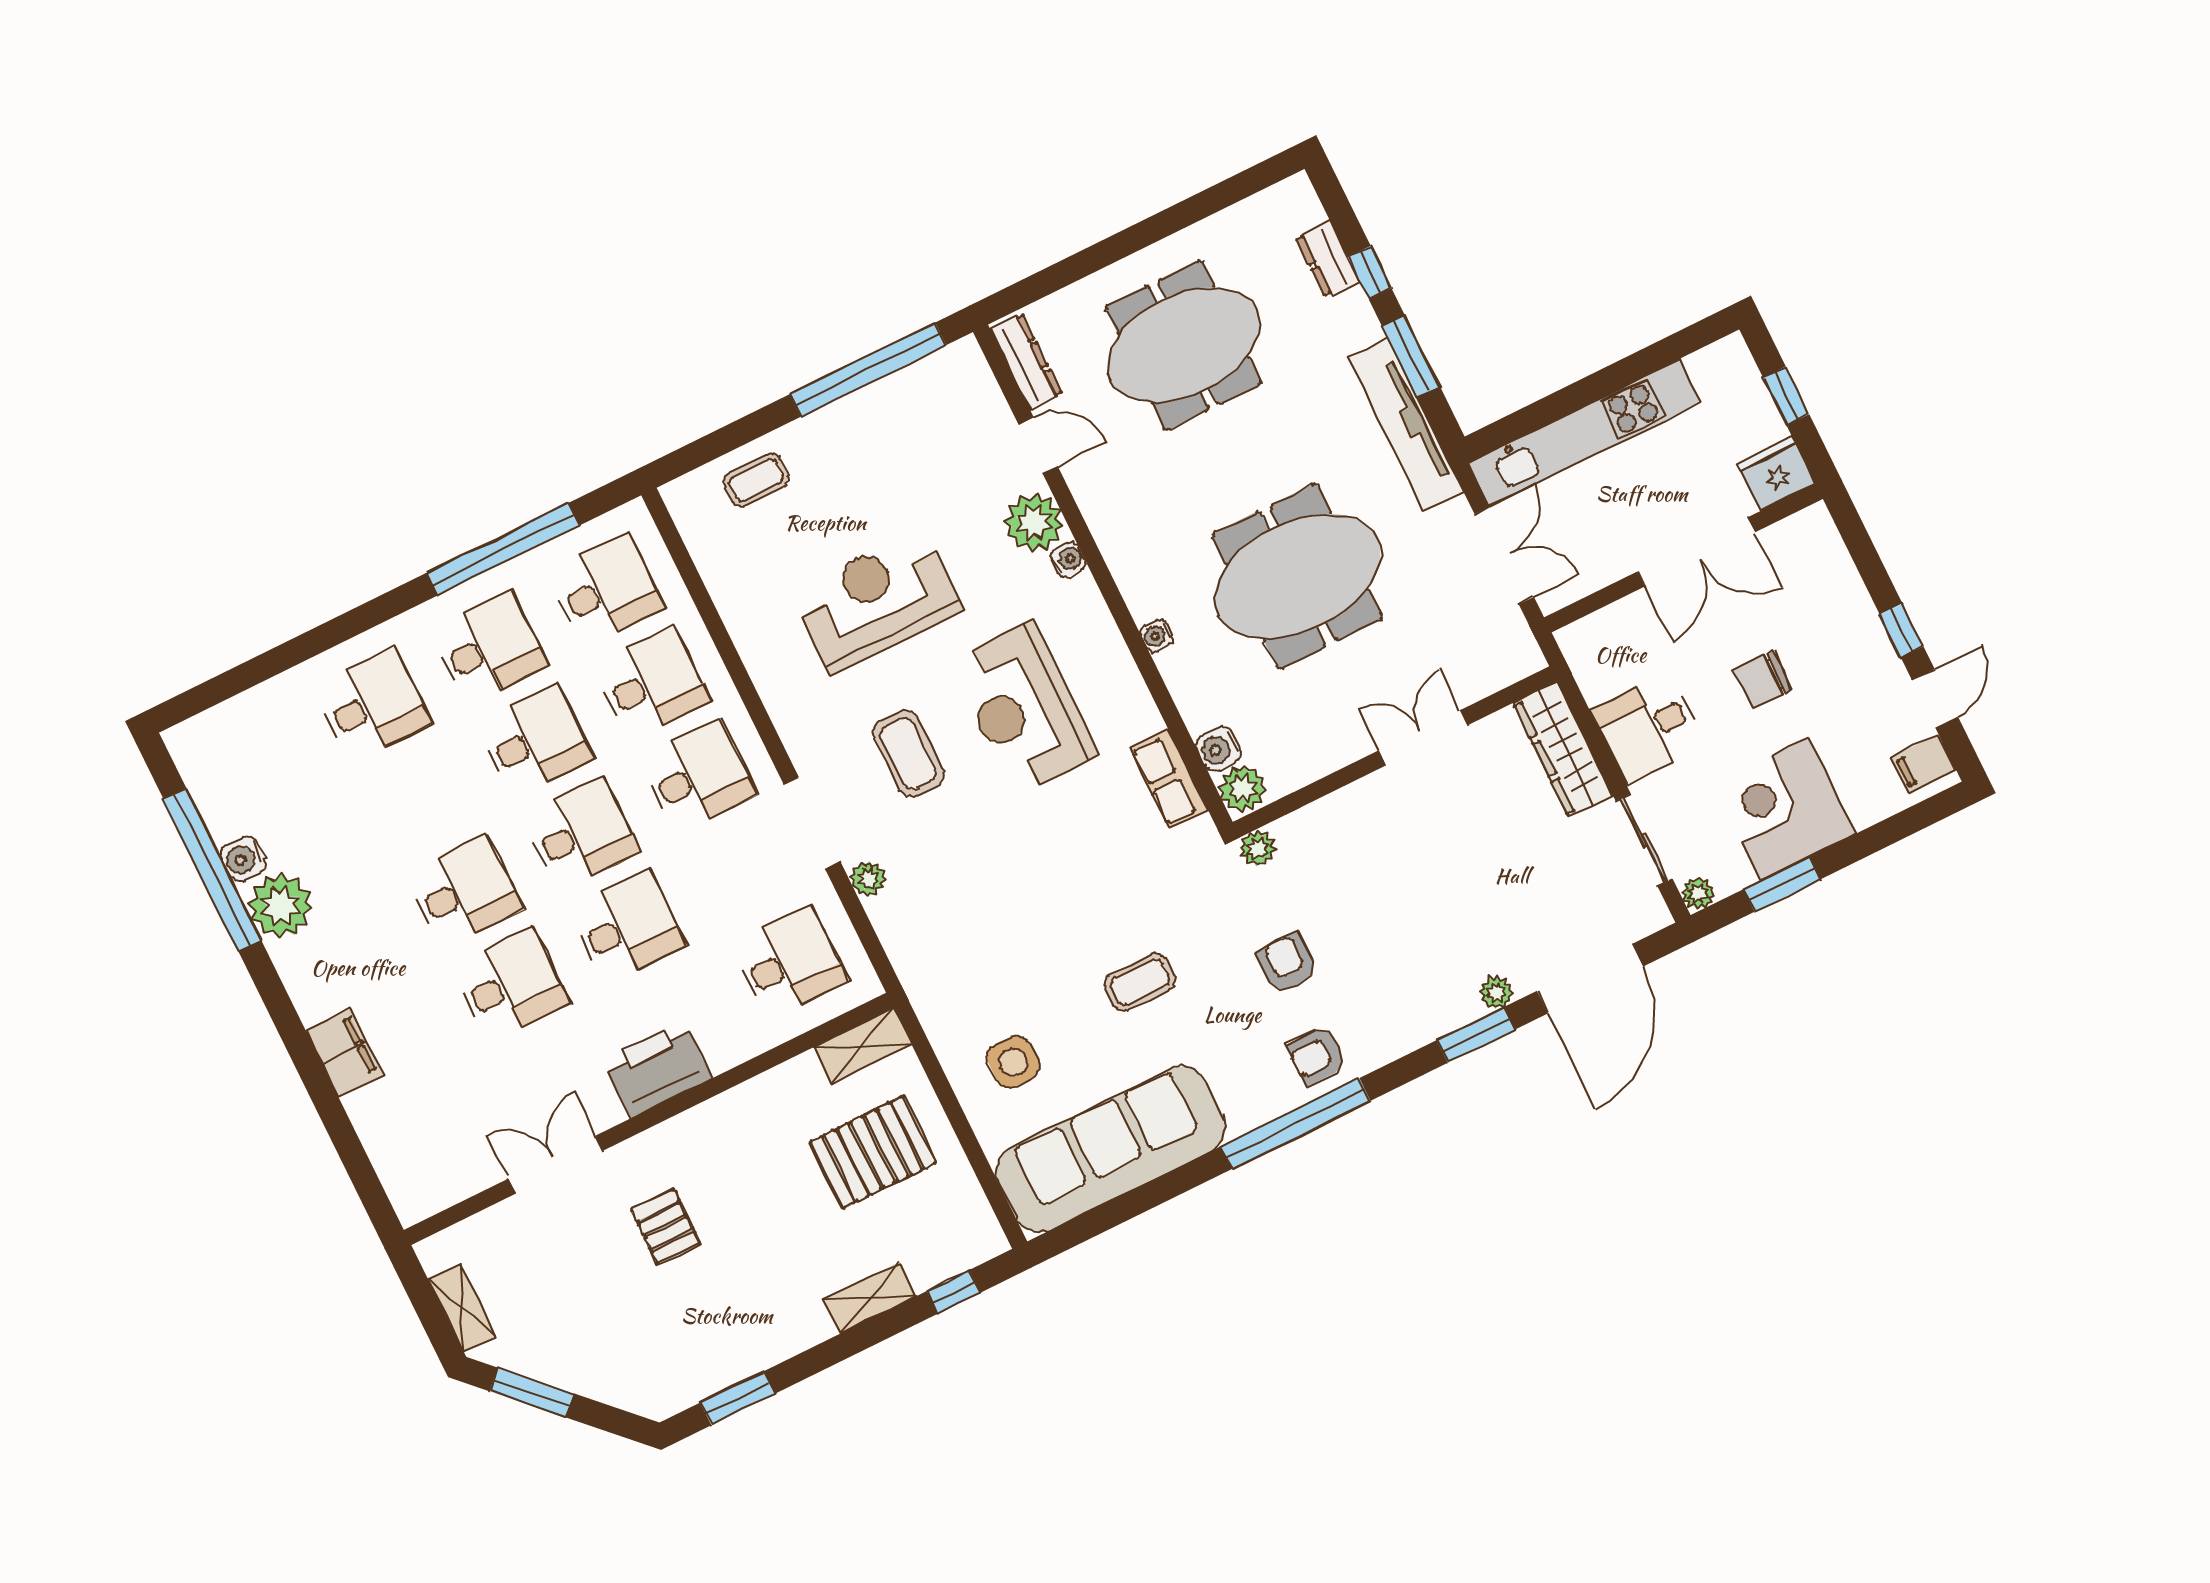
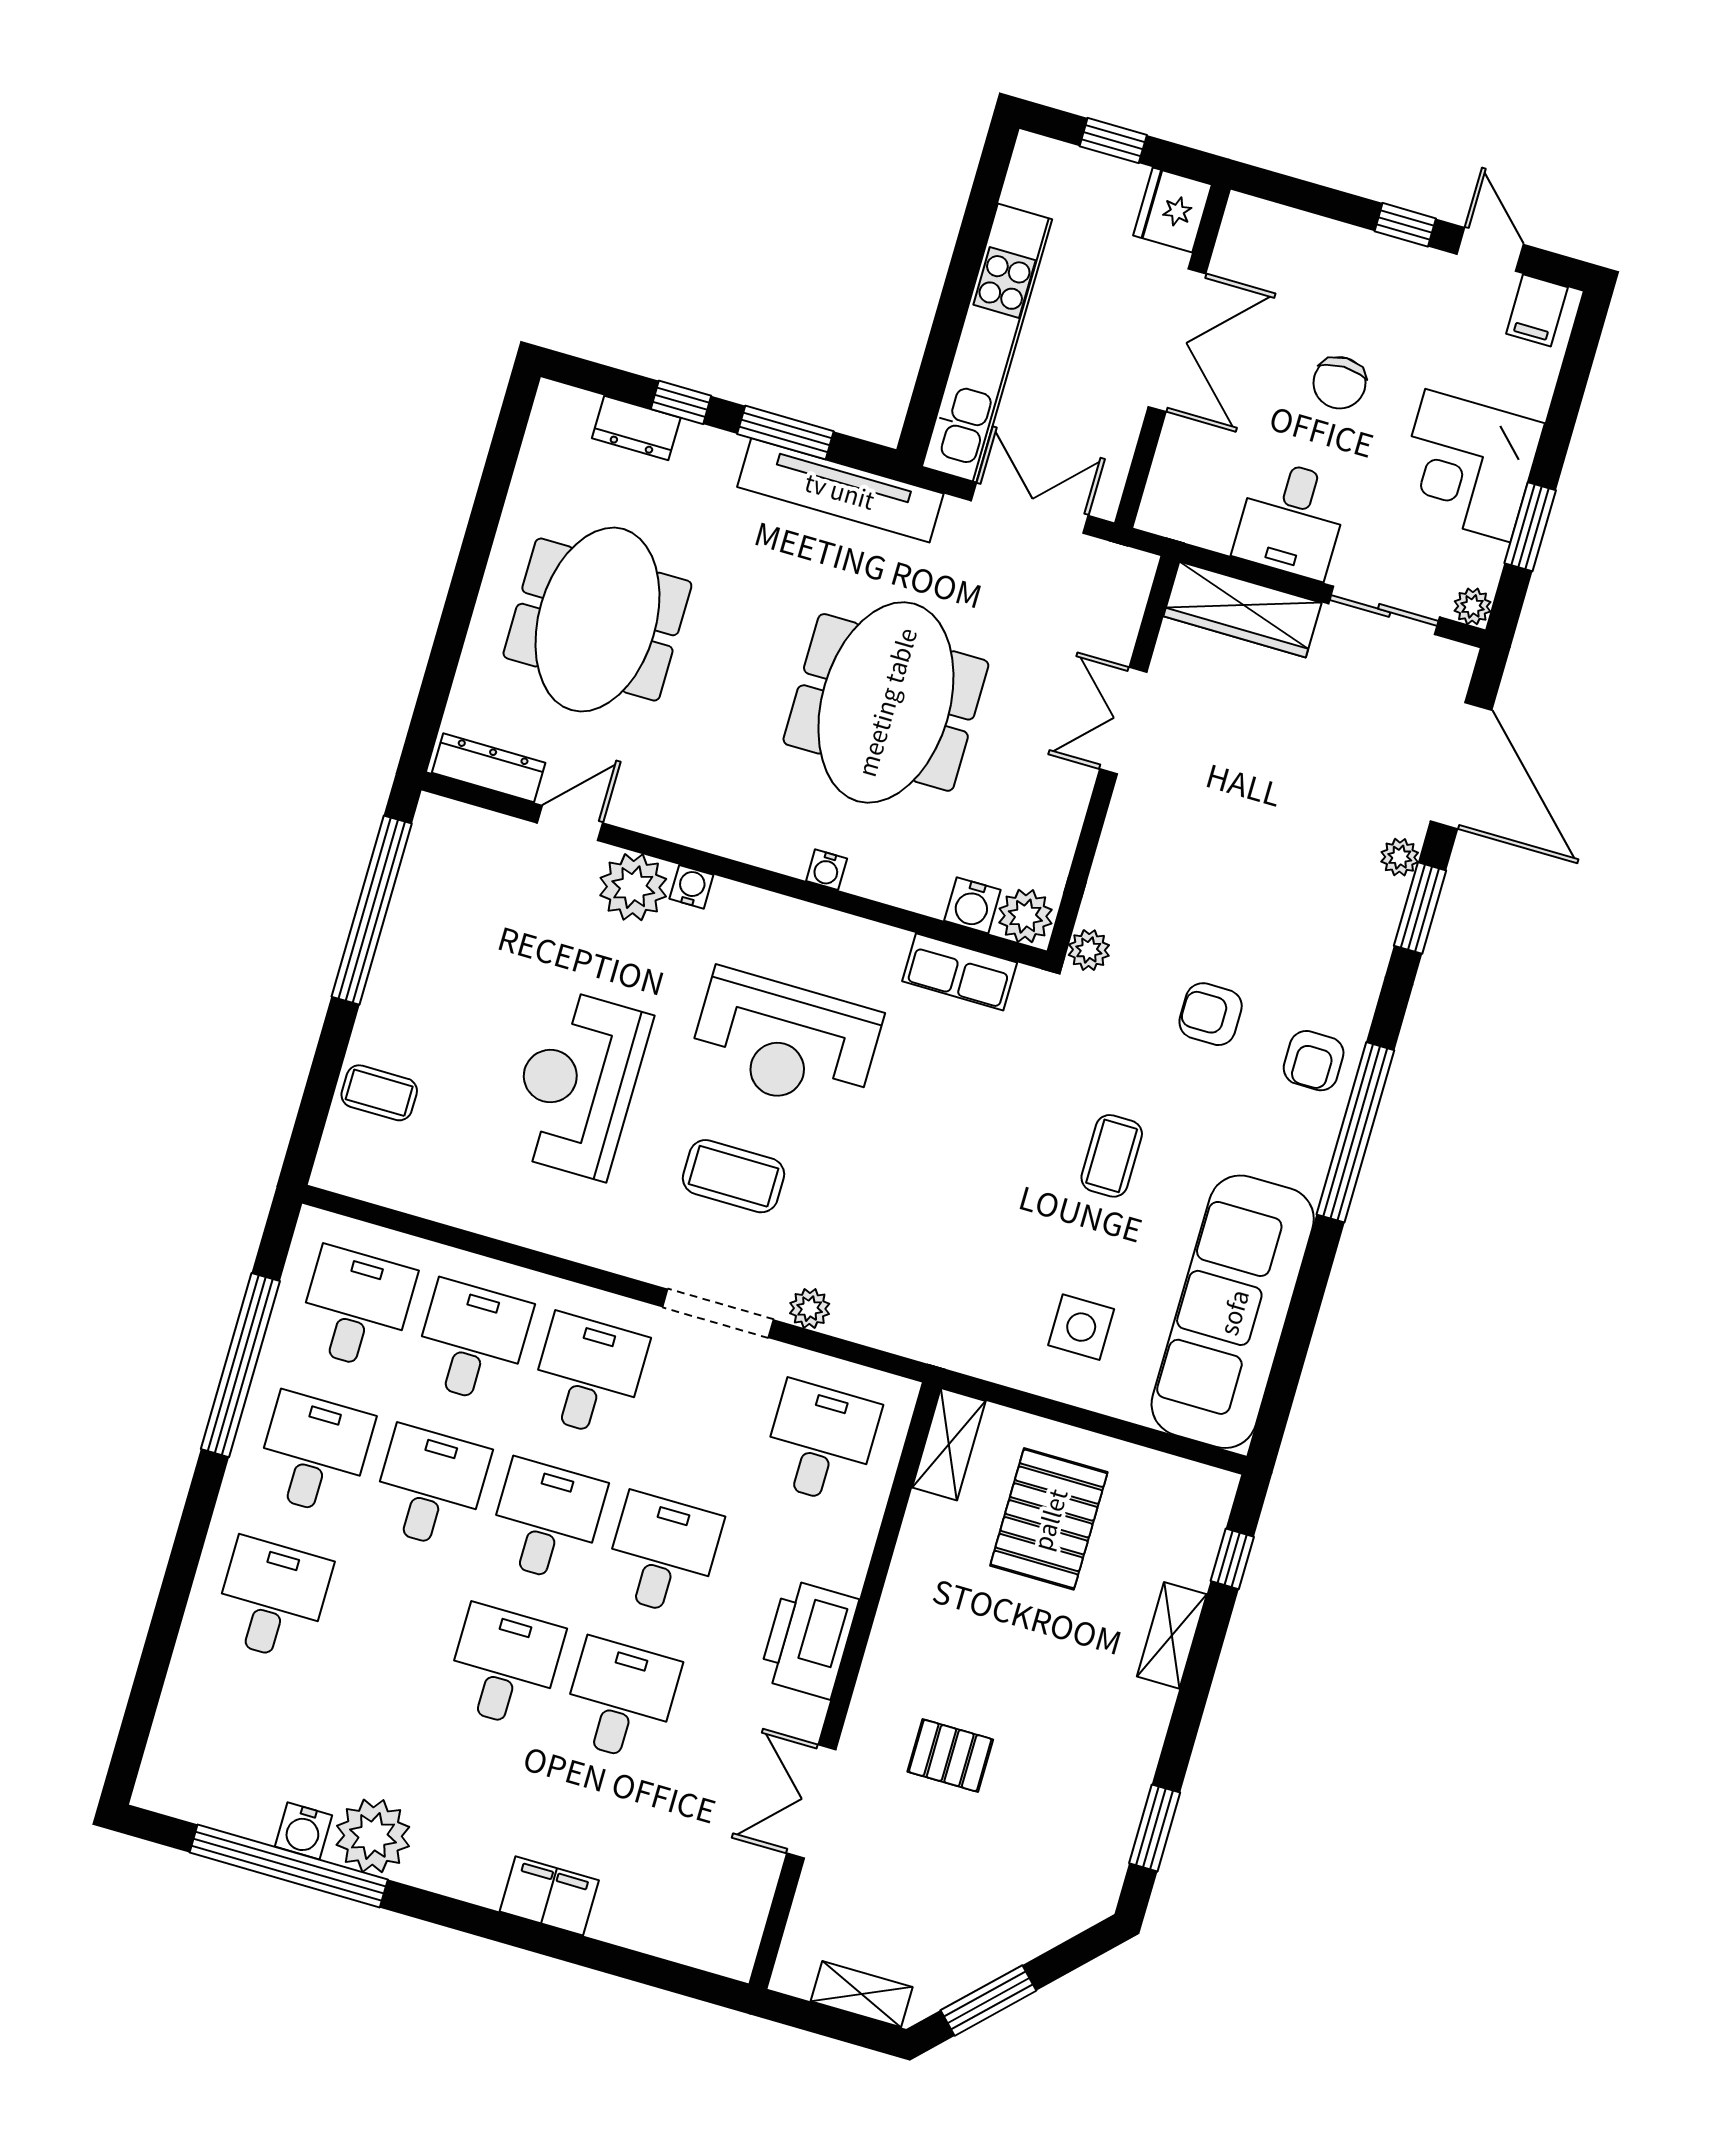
coffee table: (756, 480) -> (379, 1093), turned 90

